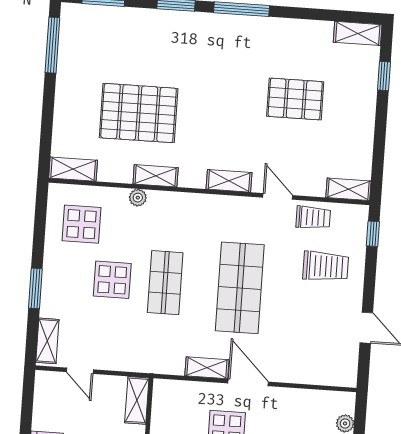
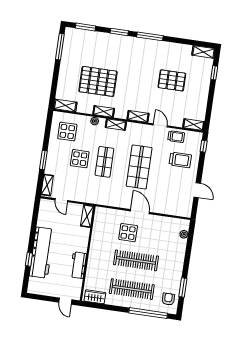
shelving: (207, 368) -> (116, 125), moved

